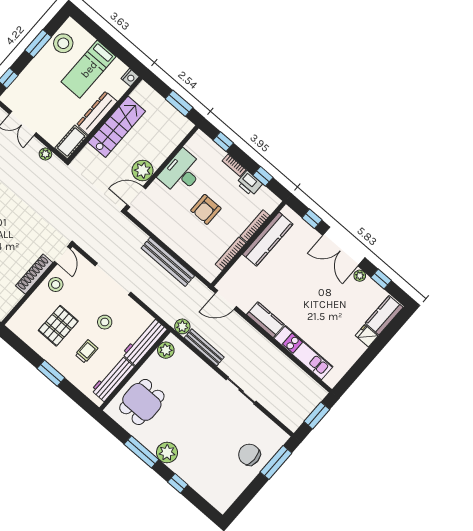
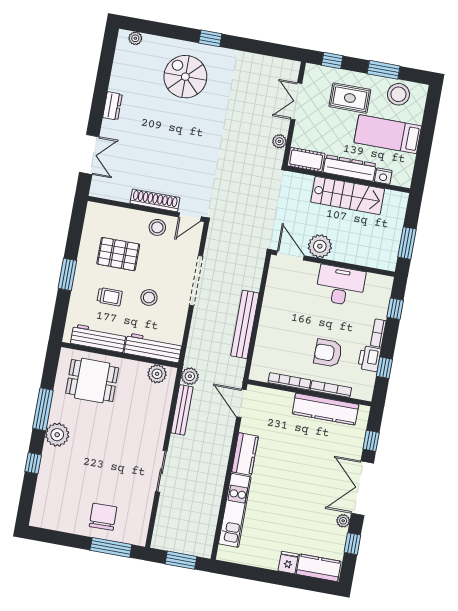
nightstand: (130, 77) -> (383, 176), moved
rug: (44, 82) -> (350, 98), added
armchair: (206, 209) -> (328, 353), moved

